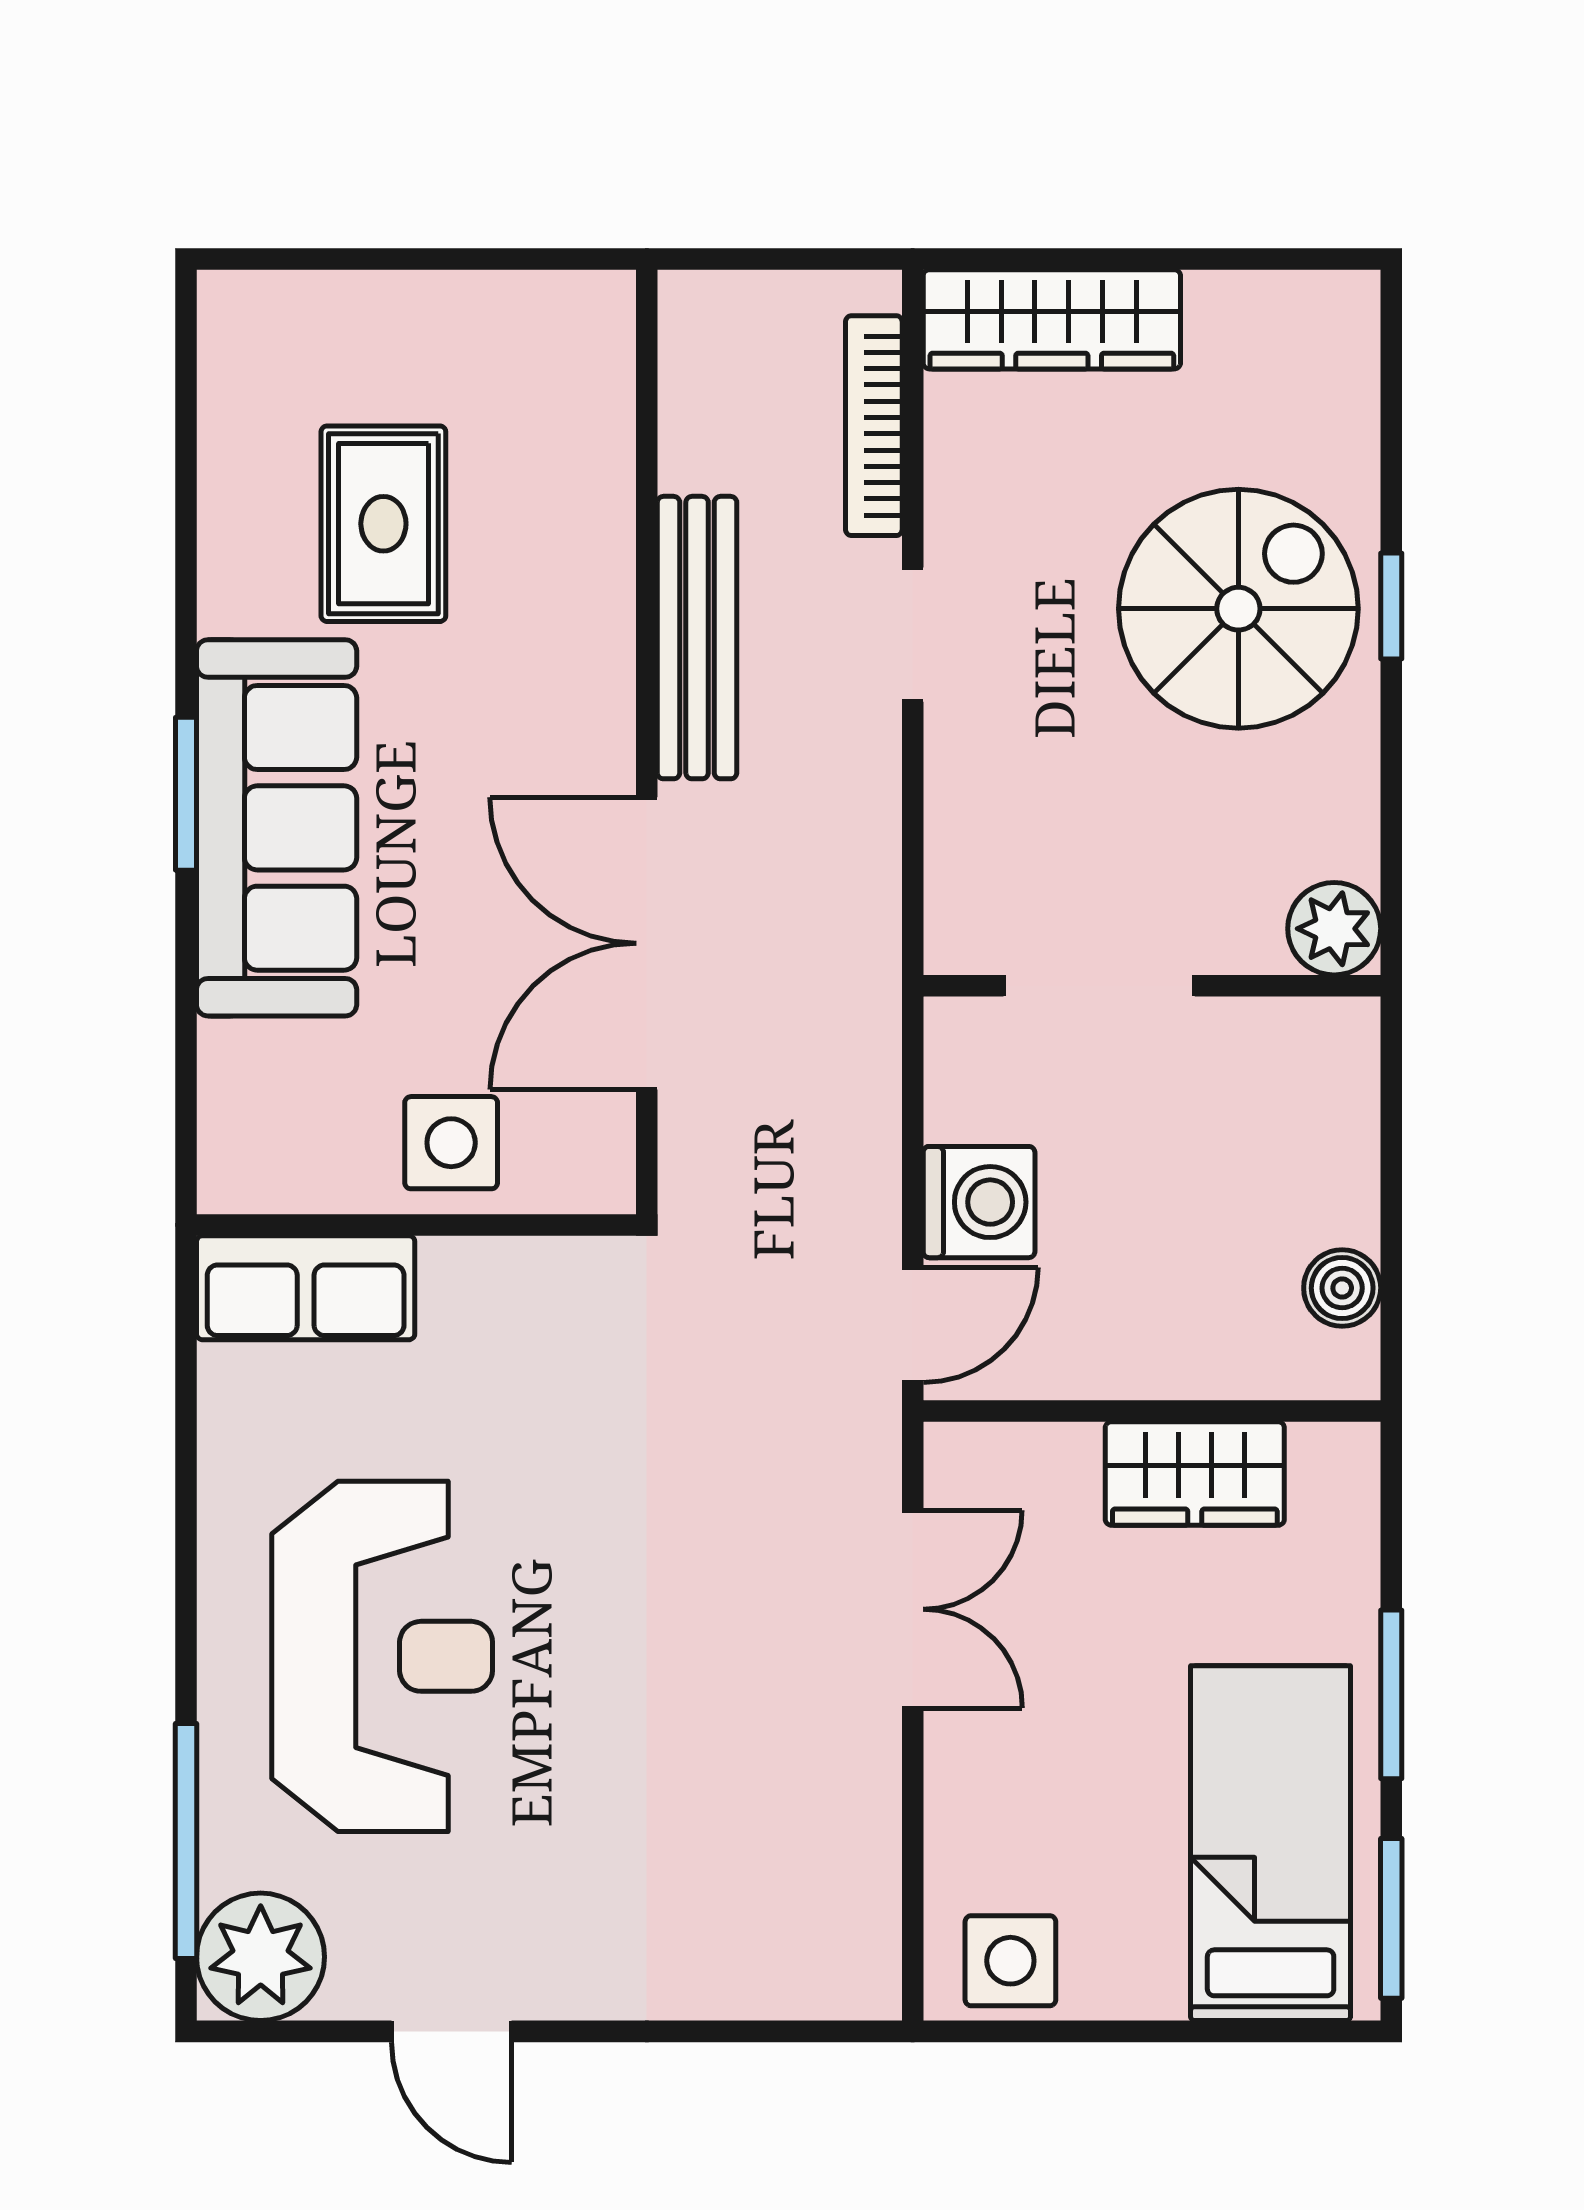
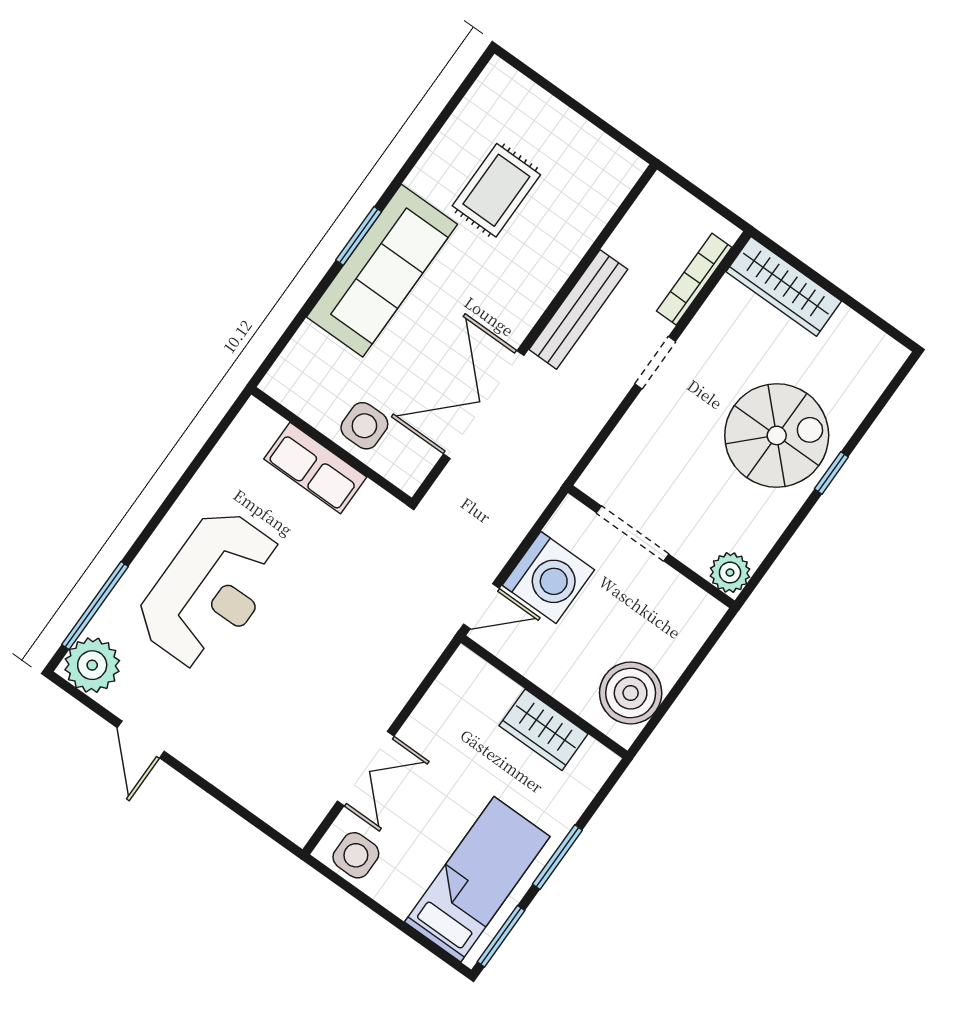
washing machine: (979, 1202) -> (548, 578), width x1.37, depth x1.37
row of seats: (306, 1288) -> (315, 468), moved
boiler: (1342, 1288) -> (631, 693), width x1.86, depth x1.86
double door: (913, 1609) -> (366, 769), moved

